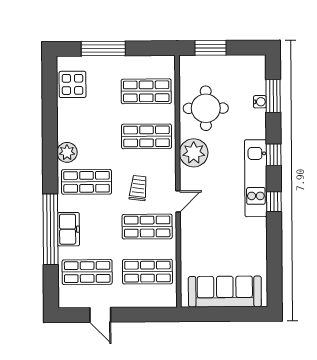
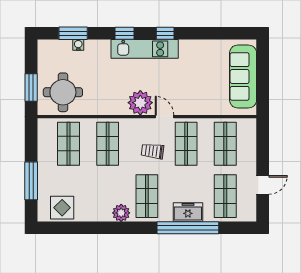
round table: (206, 108) -> (63, 92), moved
plant: (194, 153) -> (140, 103), moved

